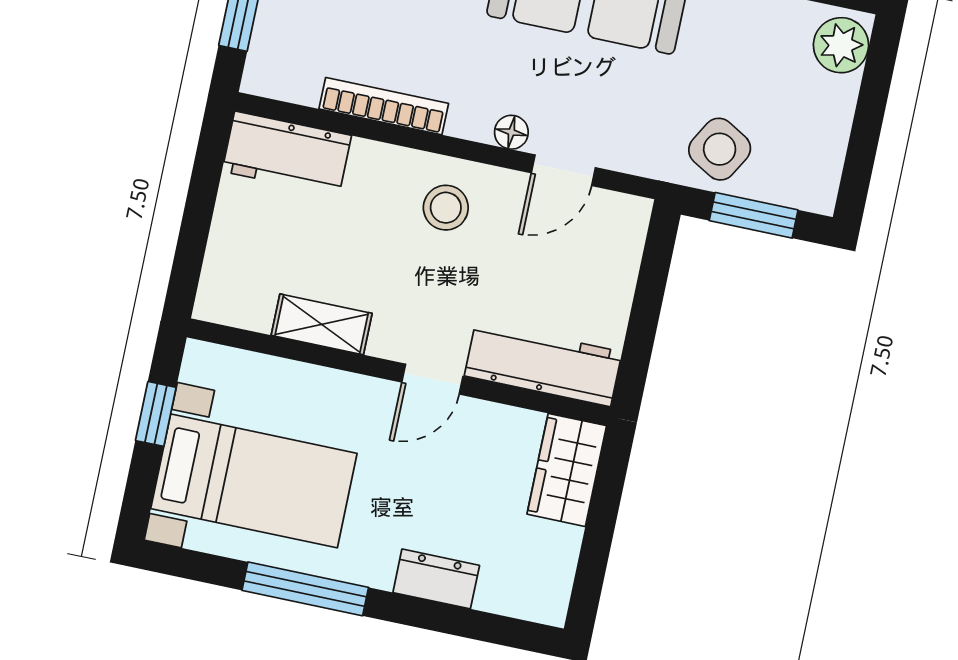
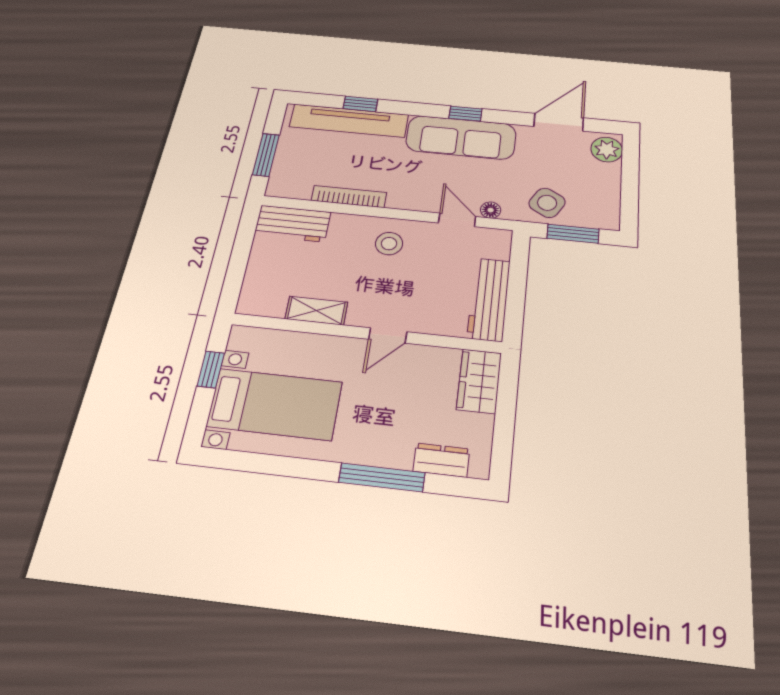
floor lamp: (511, 132) -> (491, 210), moved
door: (563, 170) -> (457, 220), swing flipped
workbench: (543, 364) -> (489, 299), moved, turned -90
dresser: (436, 579) -> (441, 460), moved
window: (305, 589) -> (382, 477), moved

